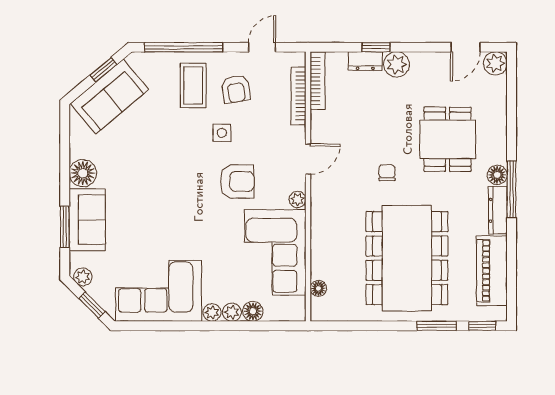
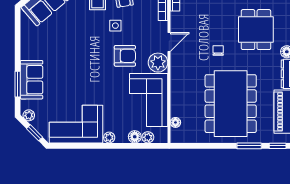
floor lamp: (83, 173) -> (29, 51), removed
plant: (298, 199) -> (158, 63), width x1.87, depth x1.87
plant: (232, 312) -> (148, 137), moved

